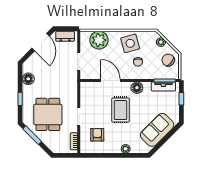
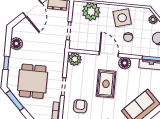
door: (110, 81) -> (109, 54), moved
plant: (87, 89) -> (75, 59), added

